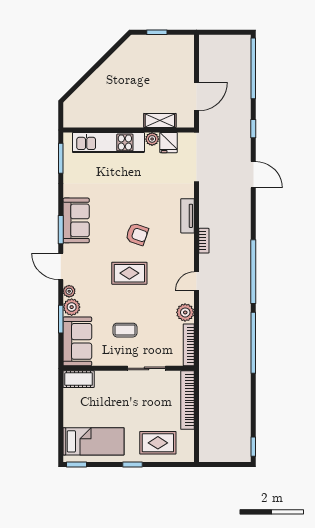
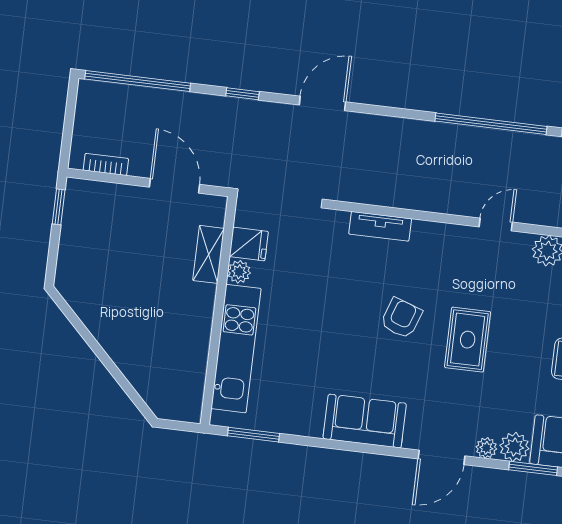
window: (157, 32) -> (59, 207), moved
window: (61, 230) -> (377, 450), removed
bookcase: (204, 241) -> (106, 164), moved
door: (197, 281) -> (496, 225), swing flipped

